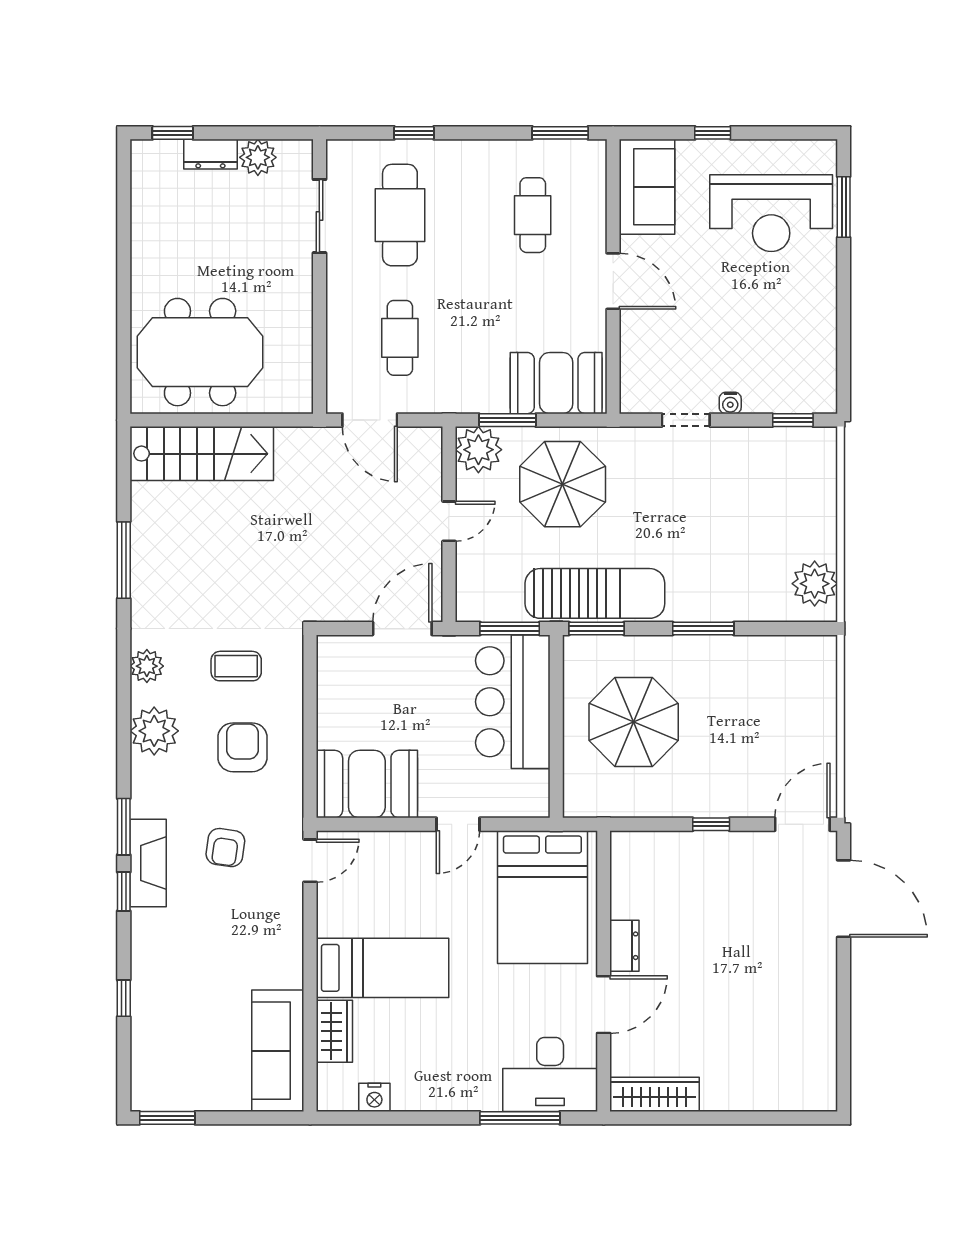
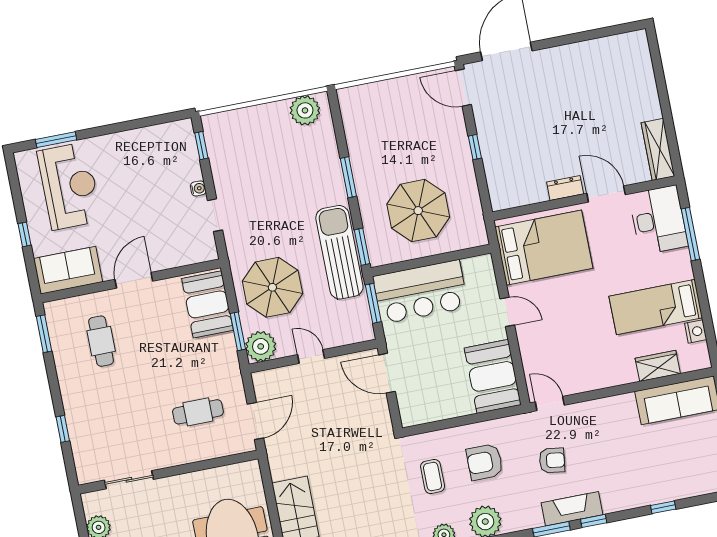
cafe table: (400, 215) -> (118, 428), removed
cafe table: (533, 215) -> (101, 341), turned 90
bed: (382, 968) -> (656, 307), moved, turned -90

